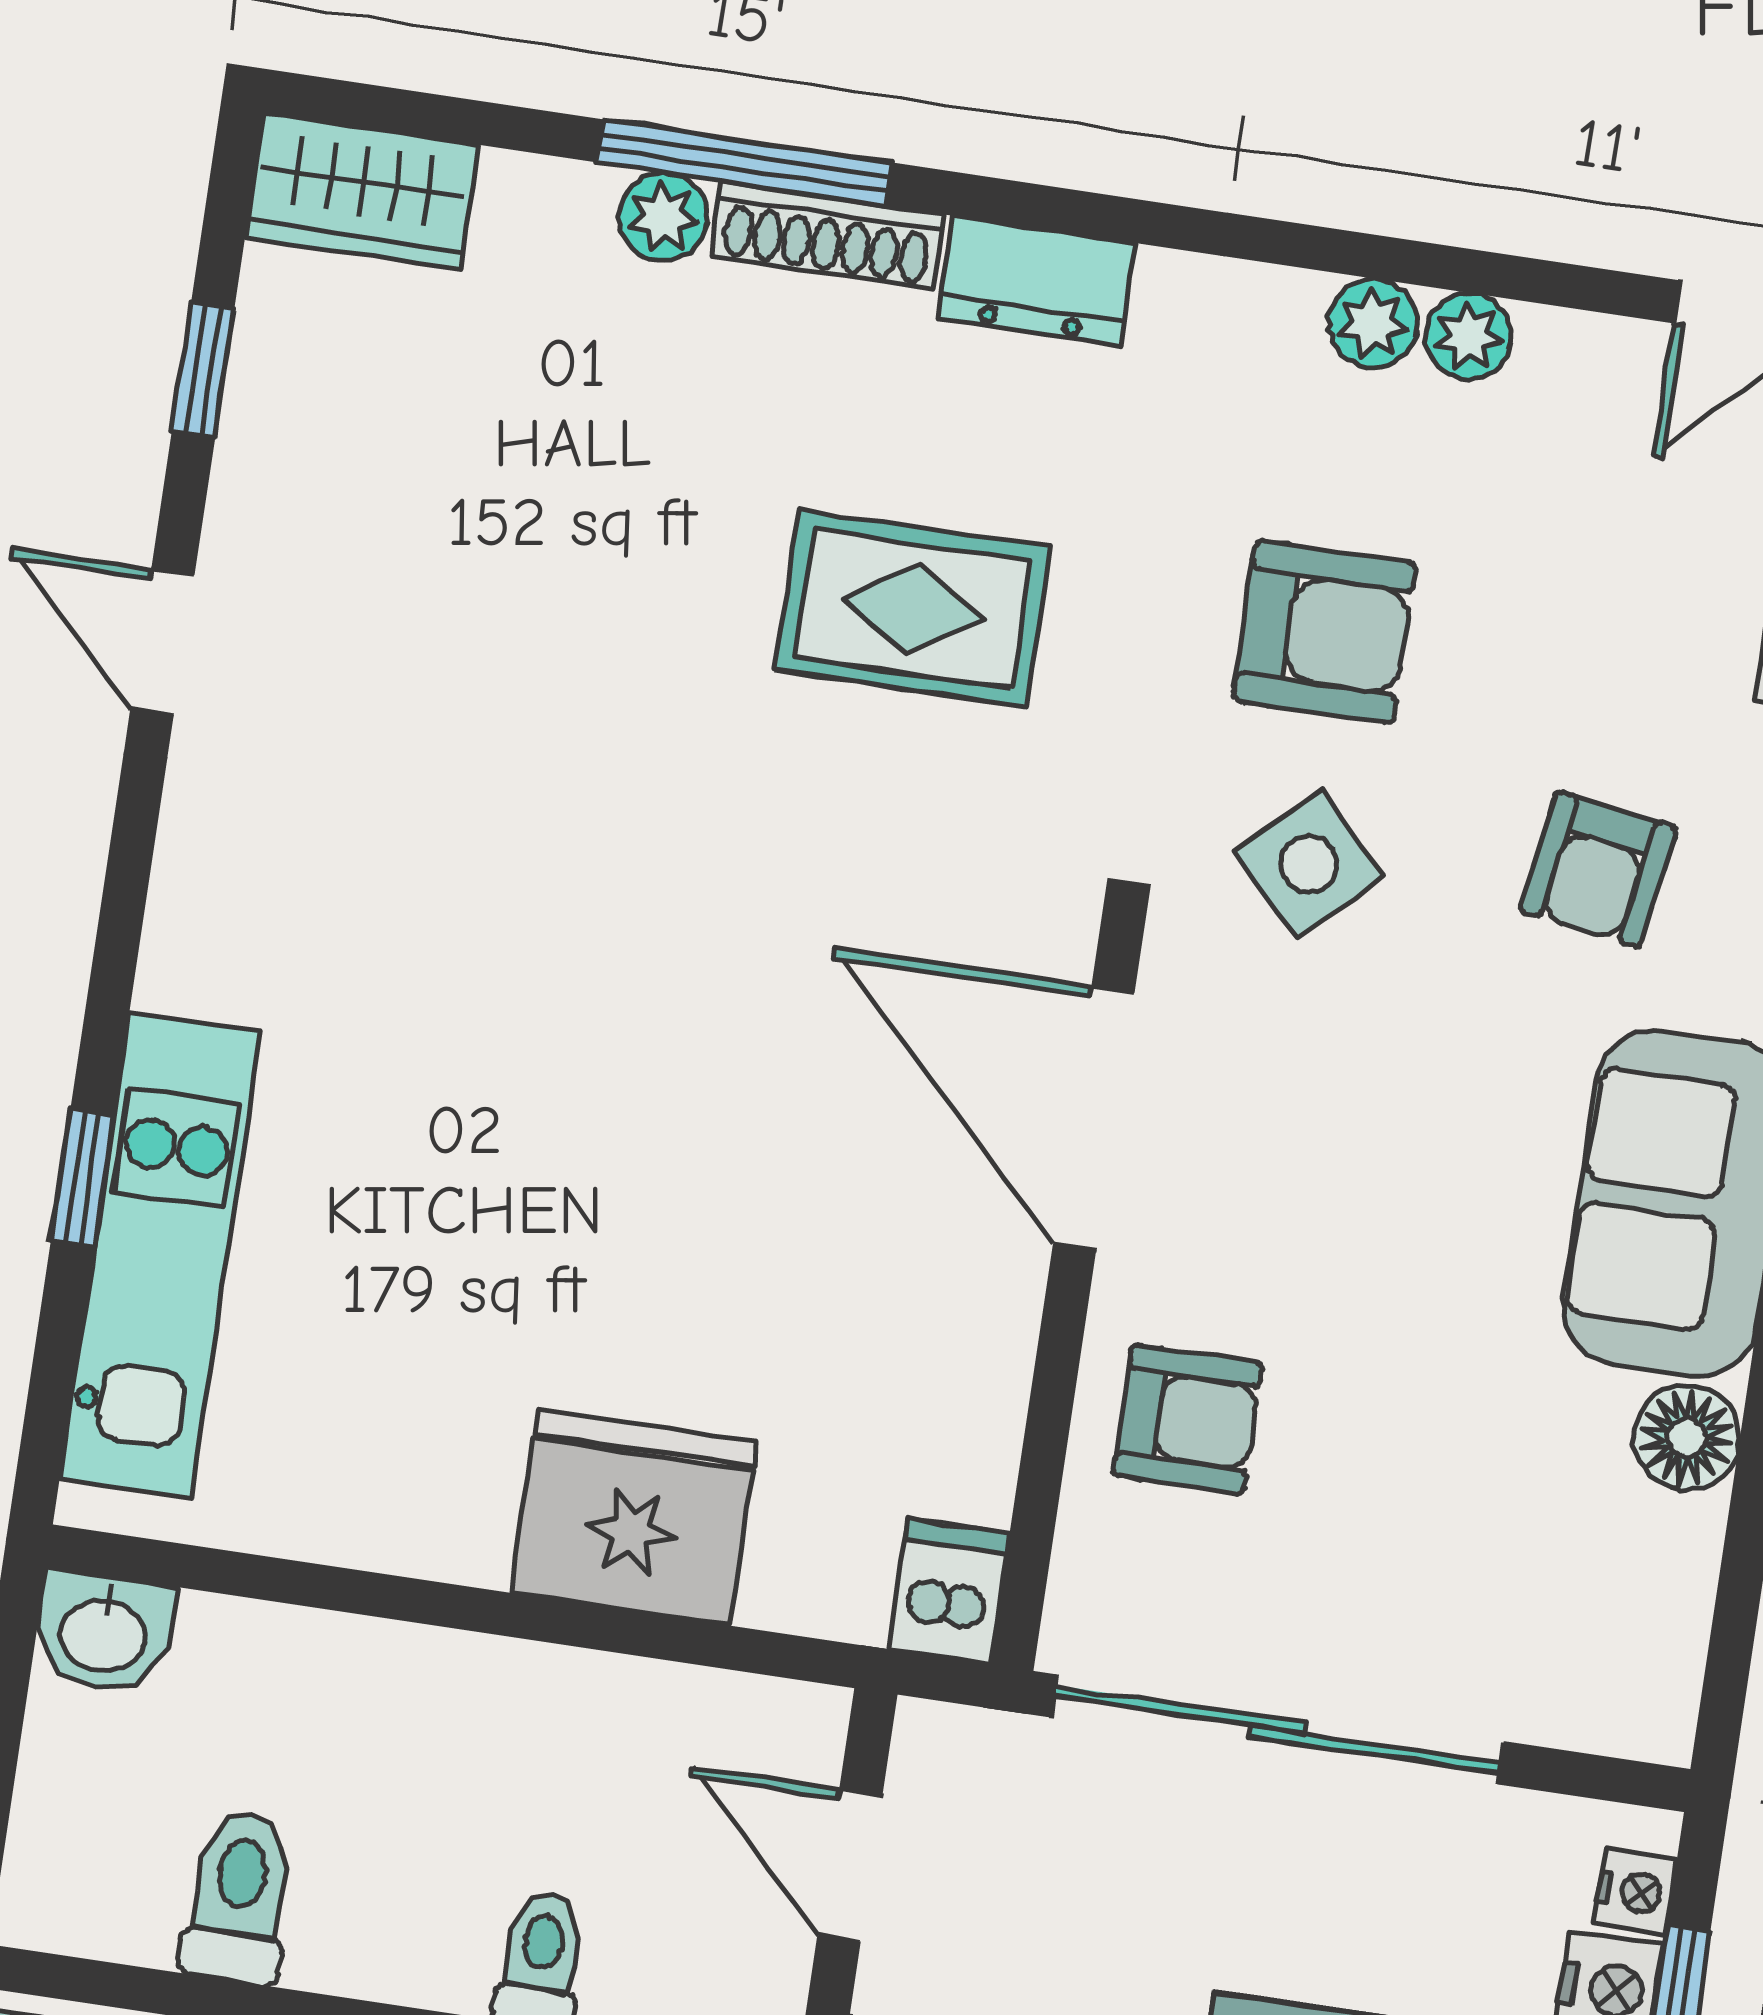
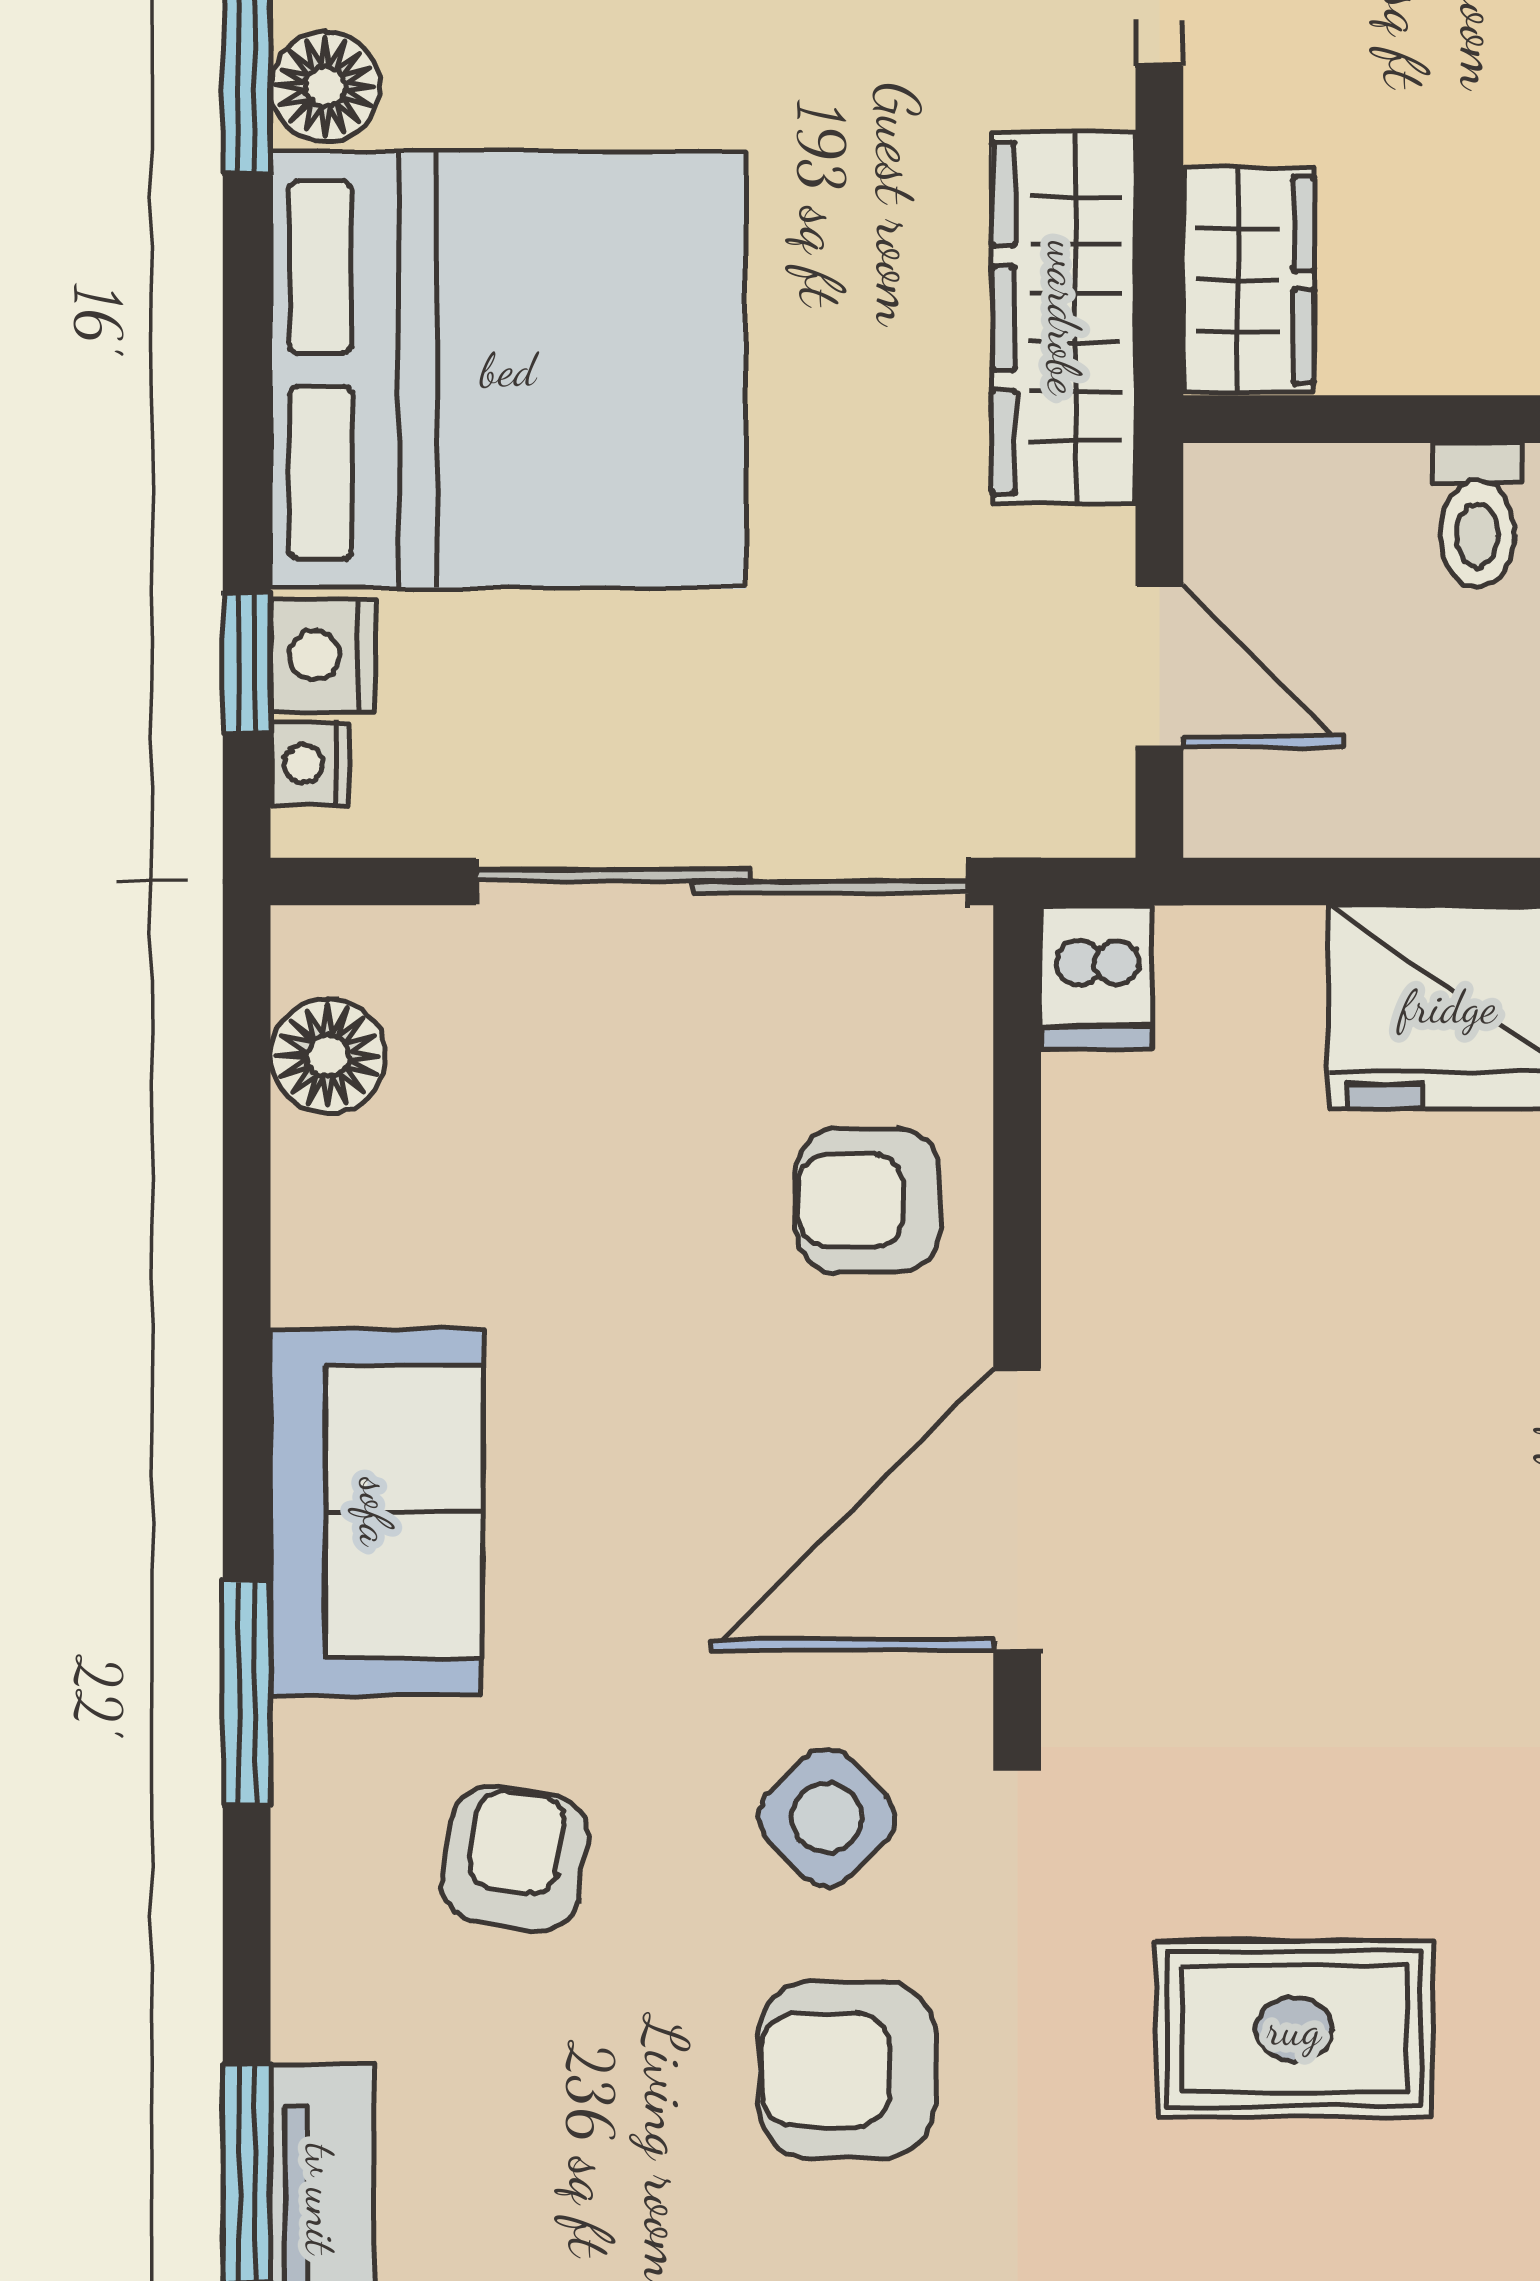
door: (1094, 1118) -> (1017, 1509), swing flipped
floor lamp: (1687, 1438) -> (328, 1056), moved

